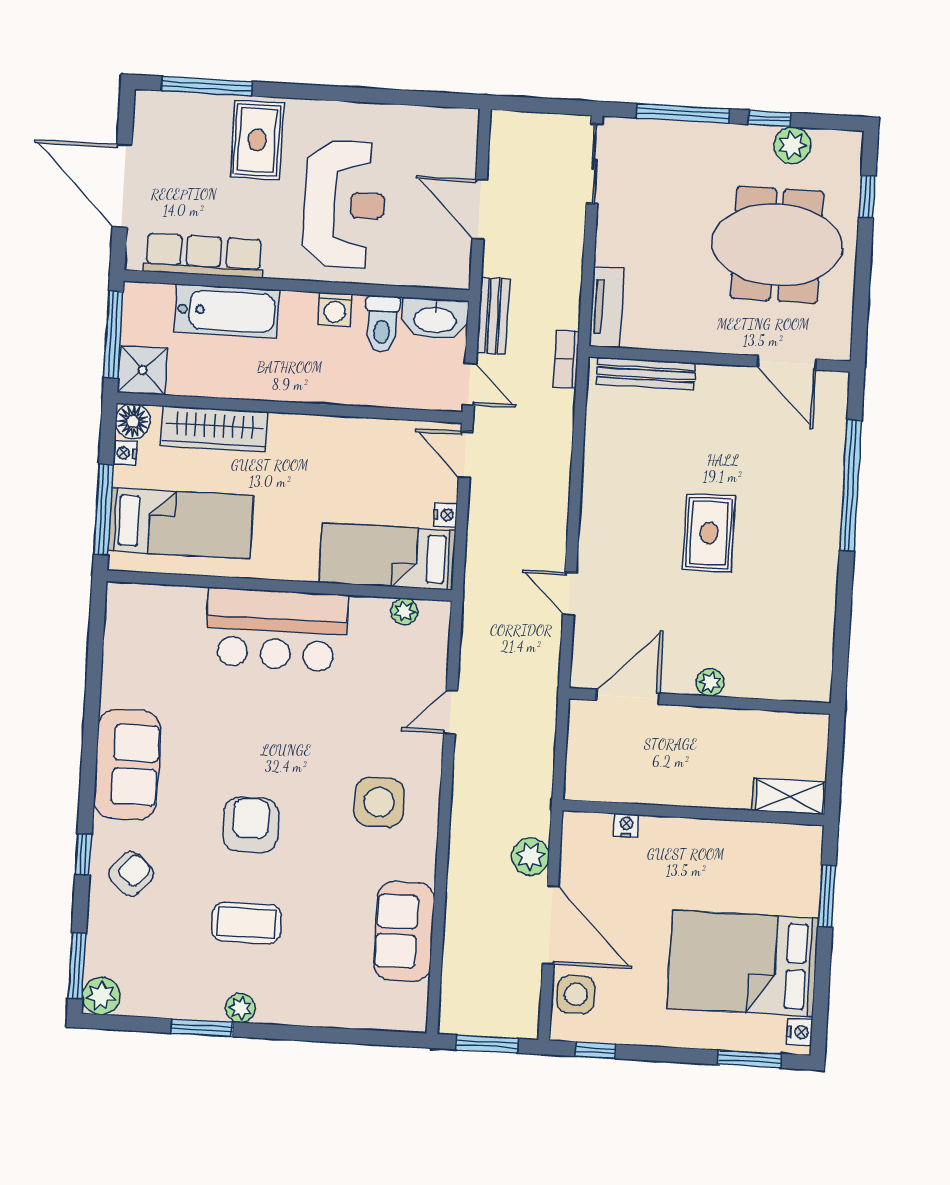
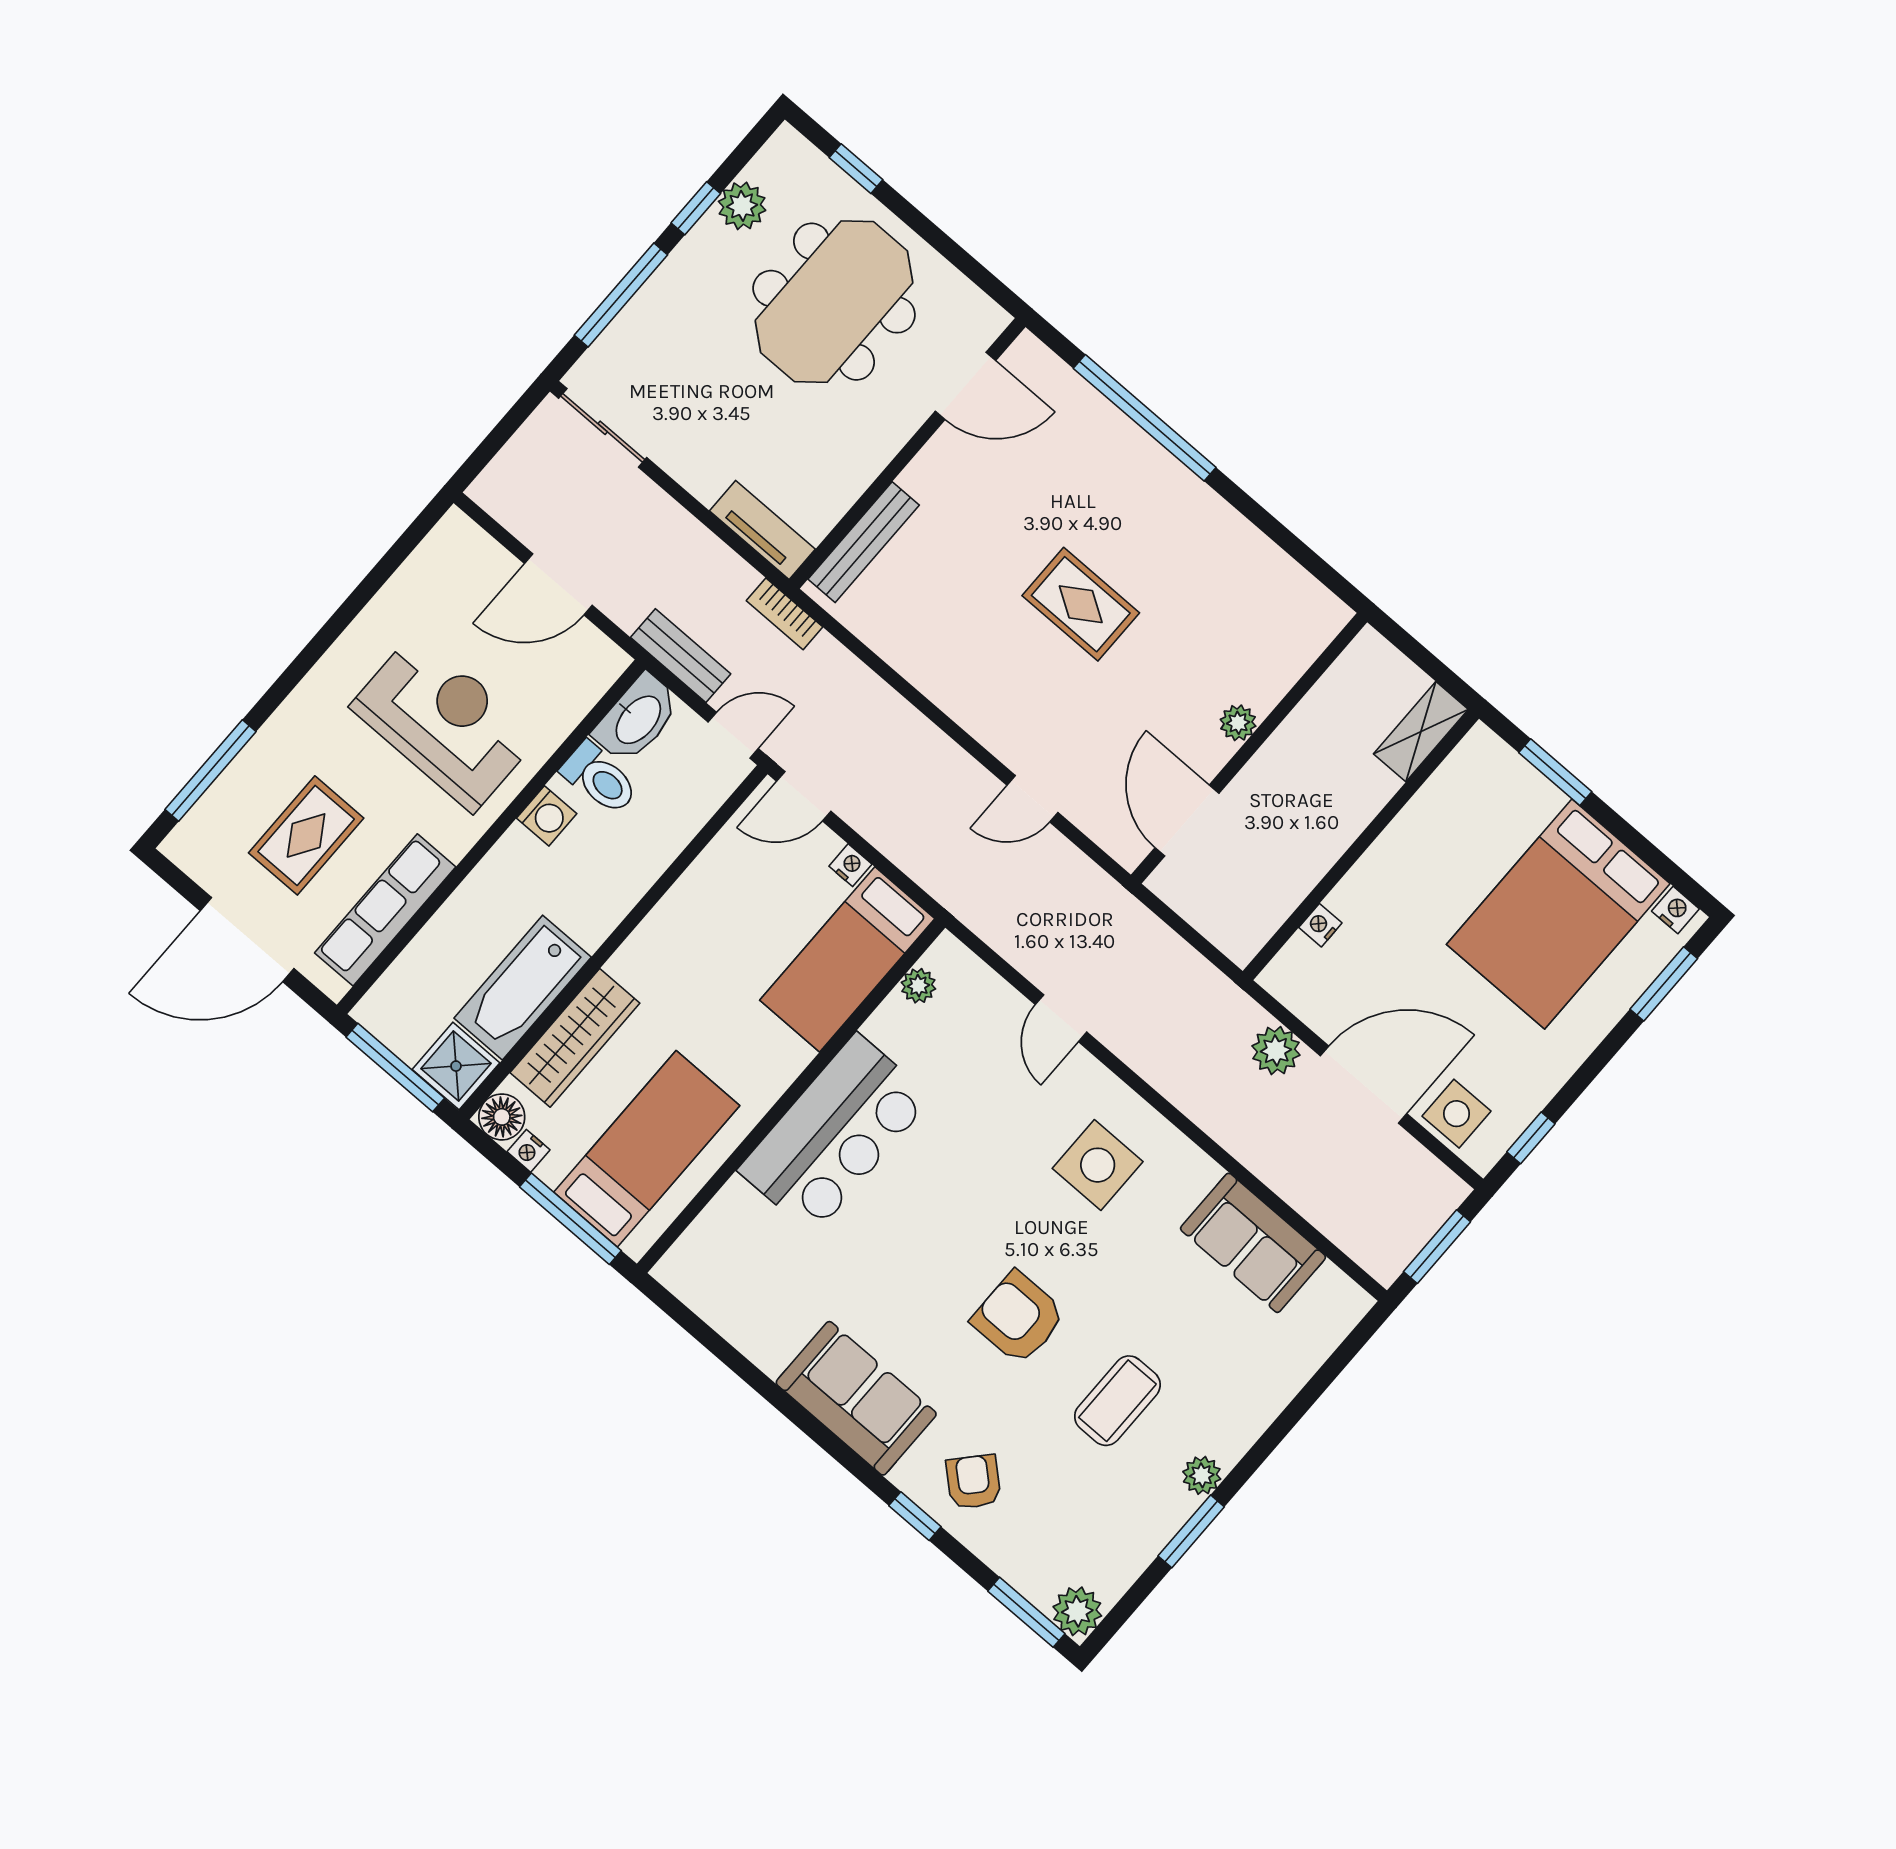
rug: (257, 140) -> (306, 835), moved, turned 90
bathtub: (227, 311) -> (523, 988), moved, turned 180

